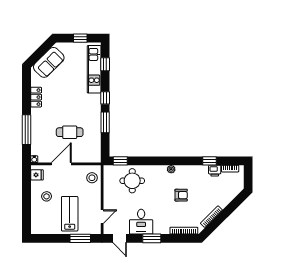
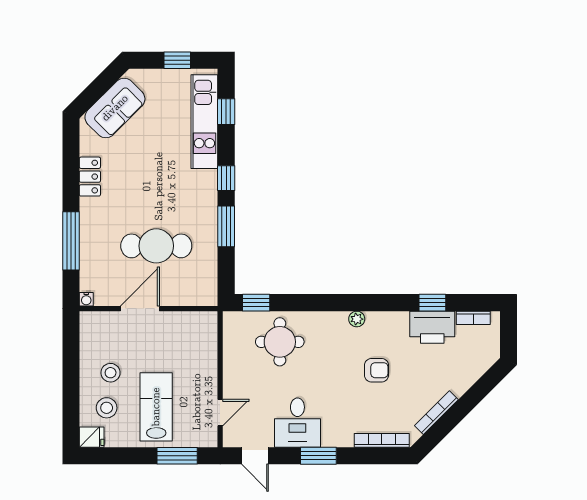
cafe table: (70, 132) -> (156, 246), width x1.37, depth x1.35
printer: (215, 171) -> (432, 327), width x1.87, depth x1.48
fridge: (37, 175) -> (92, 437), moved
stool: (92, 178) -> (107, 408), moved

